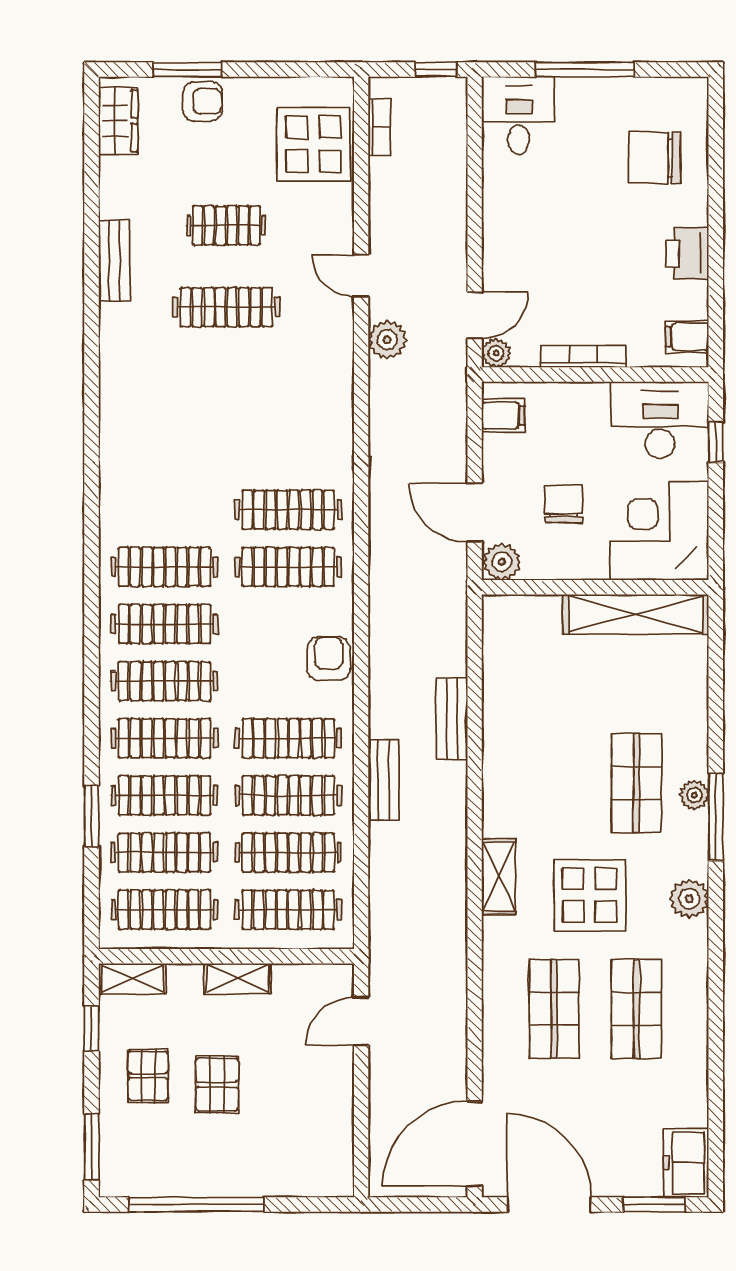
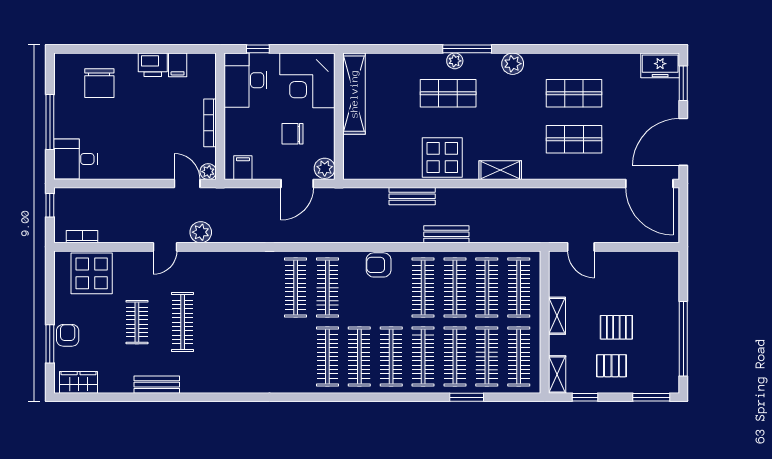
filing cabinet: (687, 337) -> (178, 65), moved
display table: (590, 895) -> (442, 157), moved

